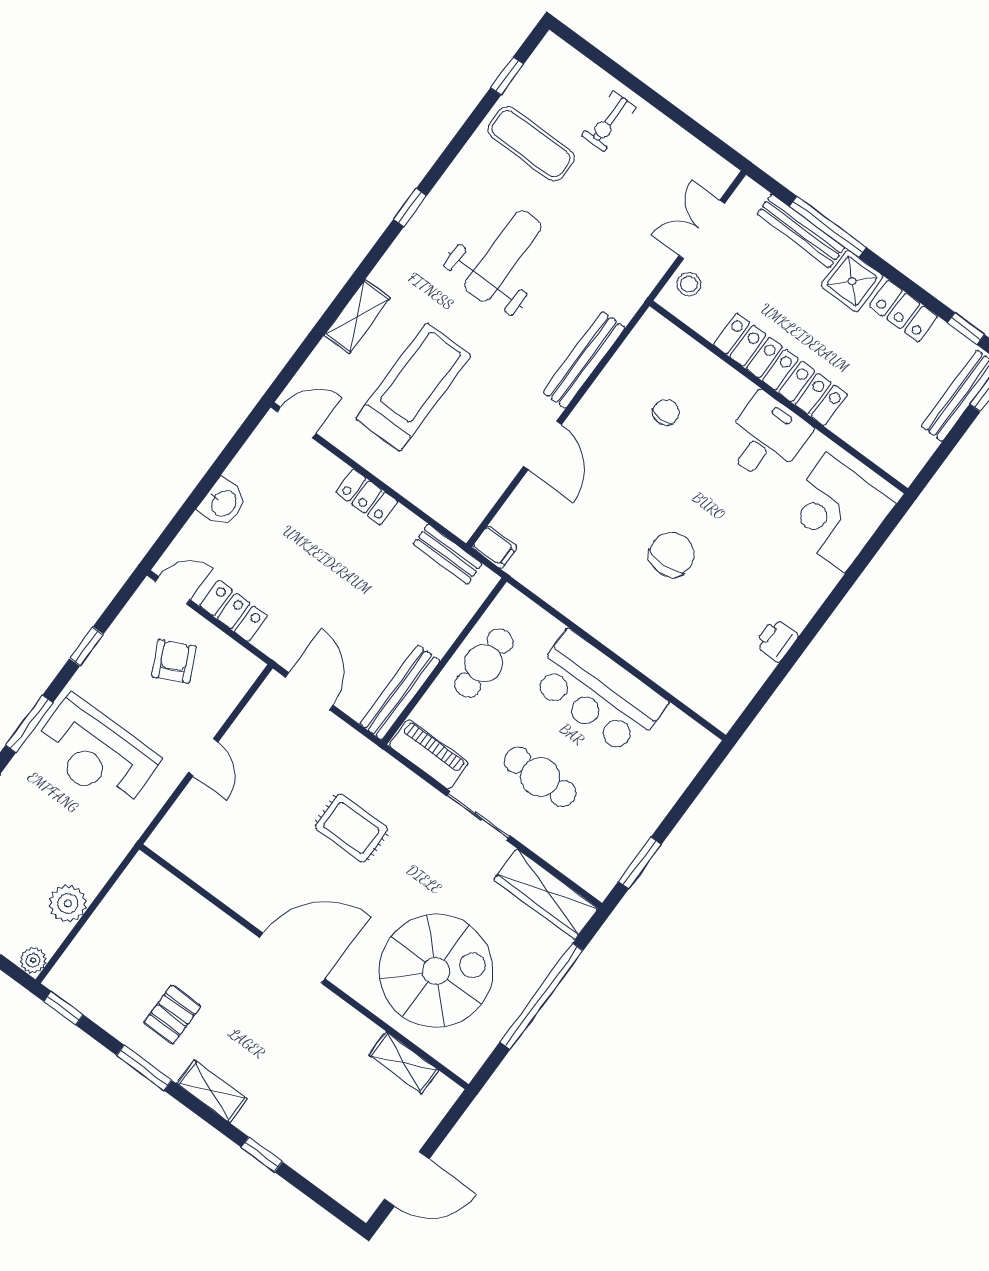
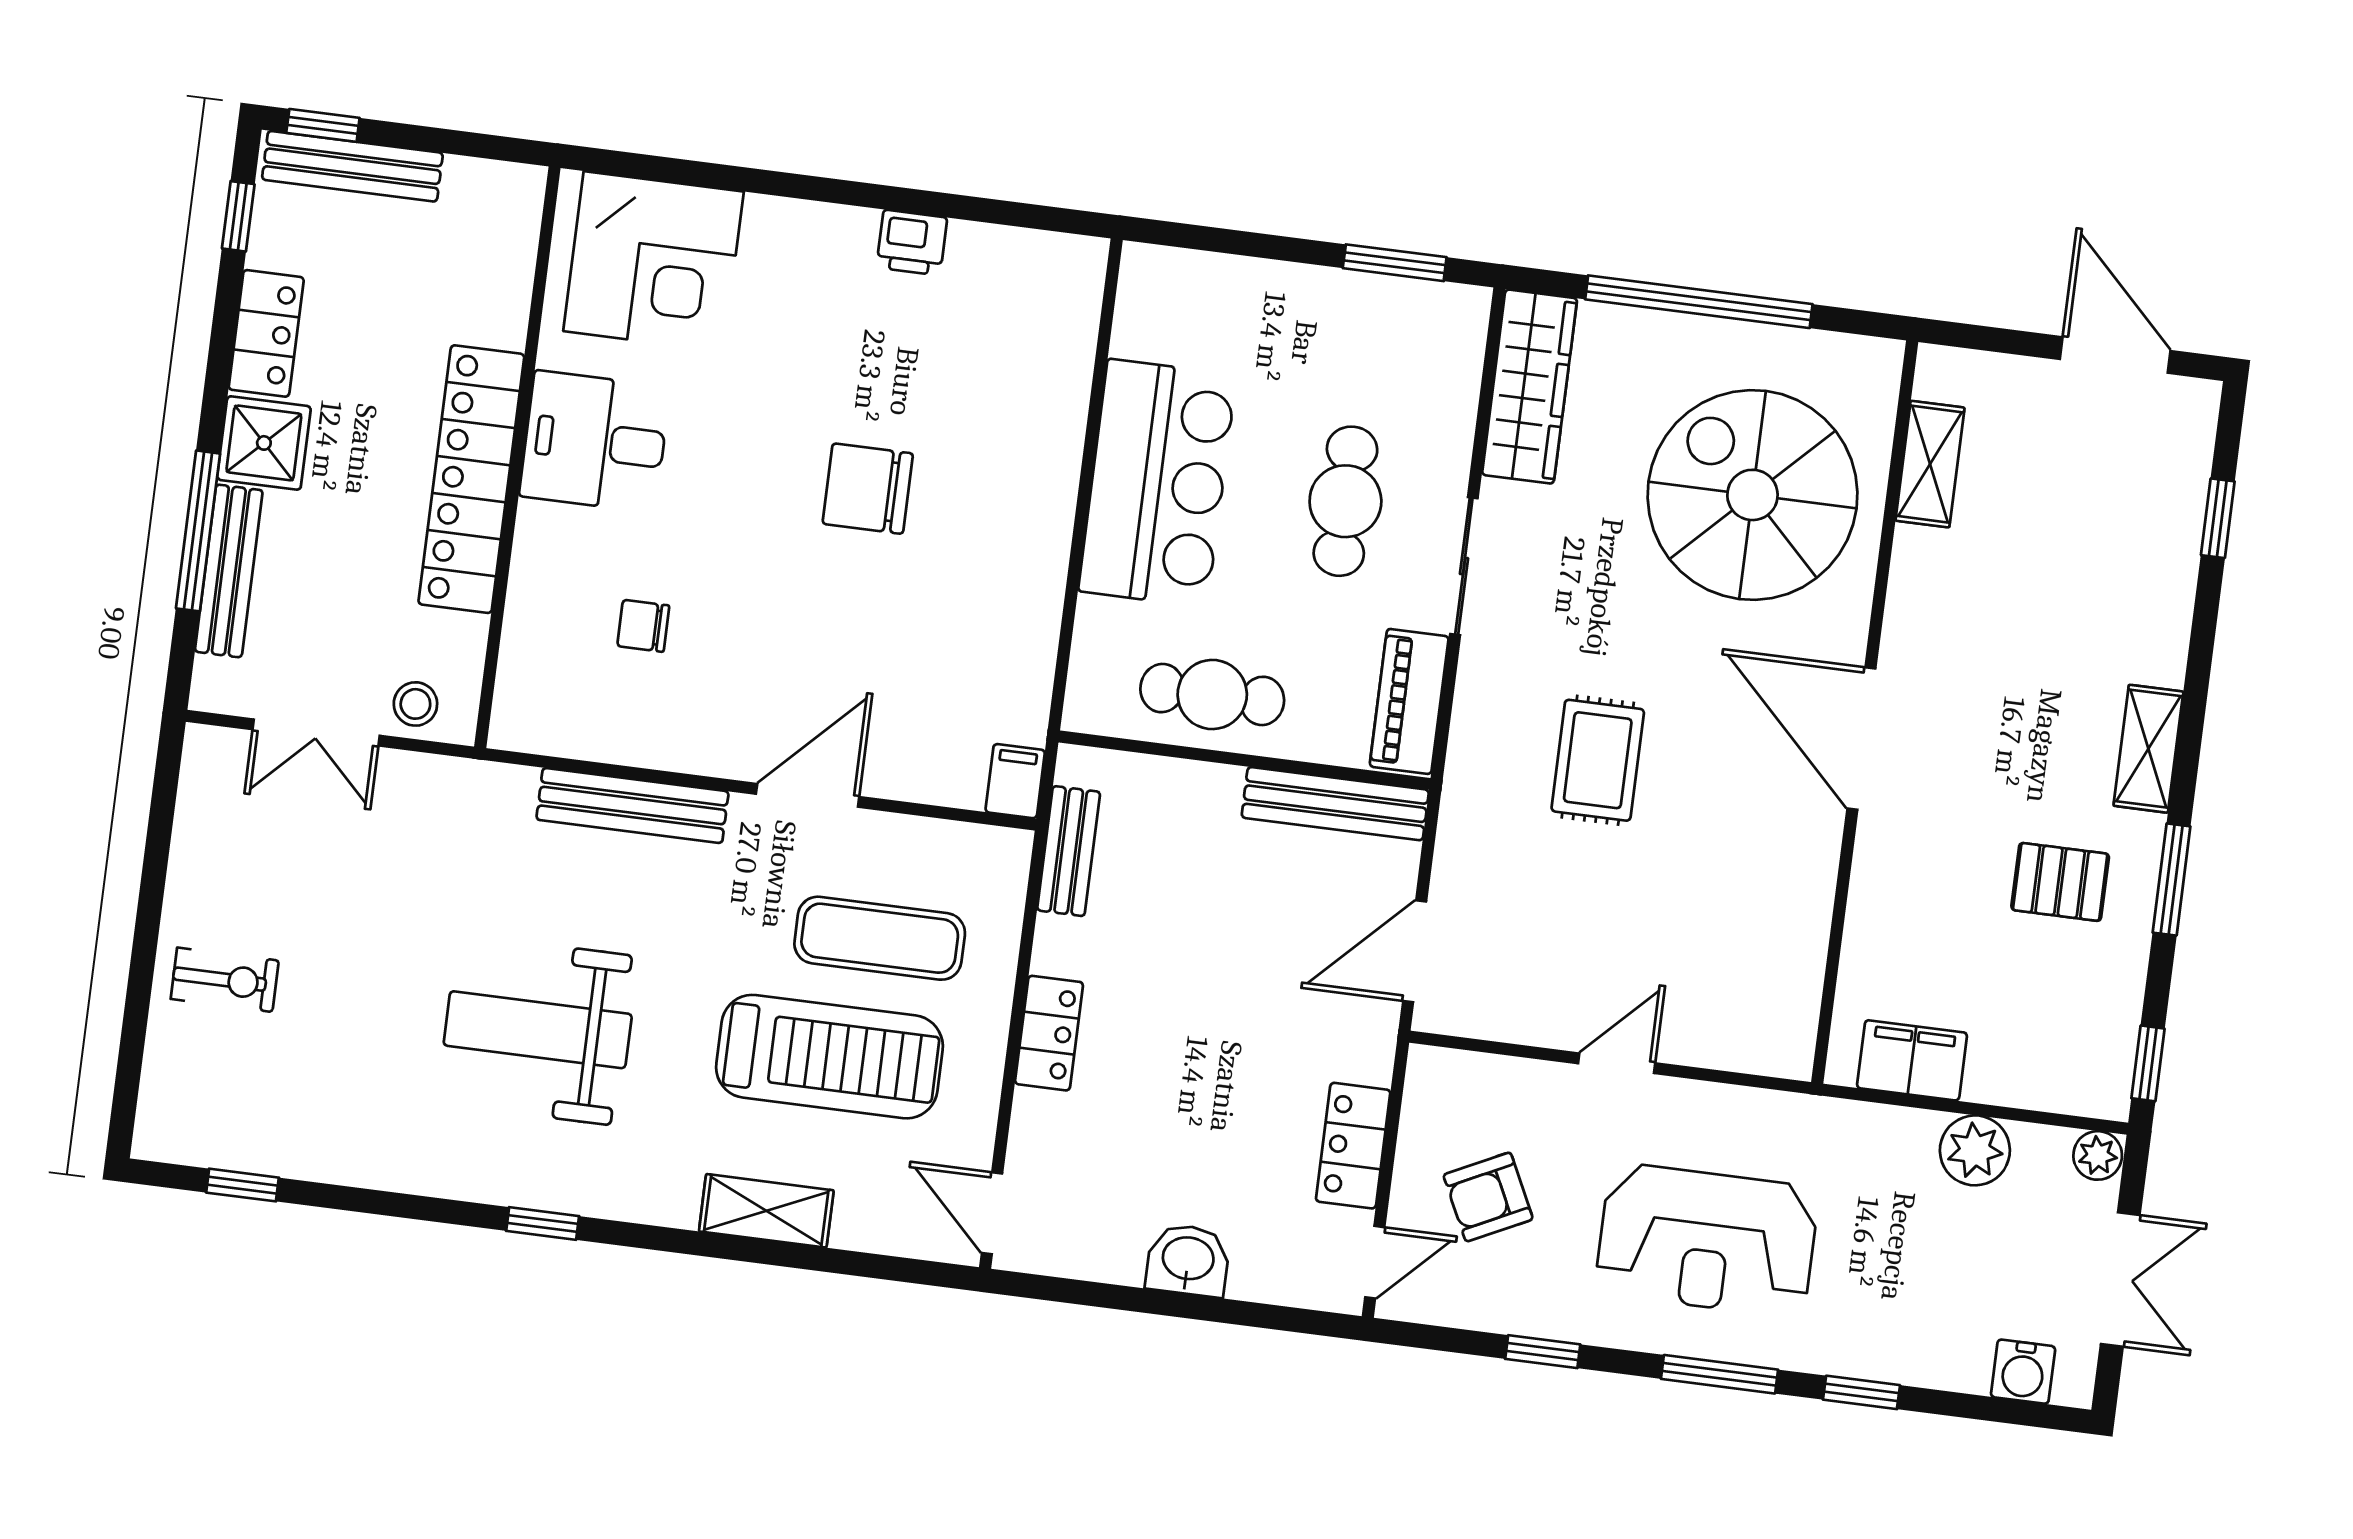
exercise mat: (531, 144) -> (880, 938), moved, turned 90
treadmill: (413, 387) -> (829, 1057), turned 180
door: (173, 591) -> (1375, 1262), swing flipped
reception desk: (96, 753) -> (1707, 1240), turned 90
filing cabinet: (127, 898) -> (1912, 1060), added
window: (262, 1154) -> (2218, 518), moved

